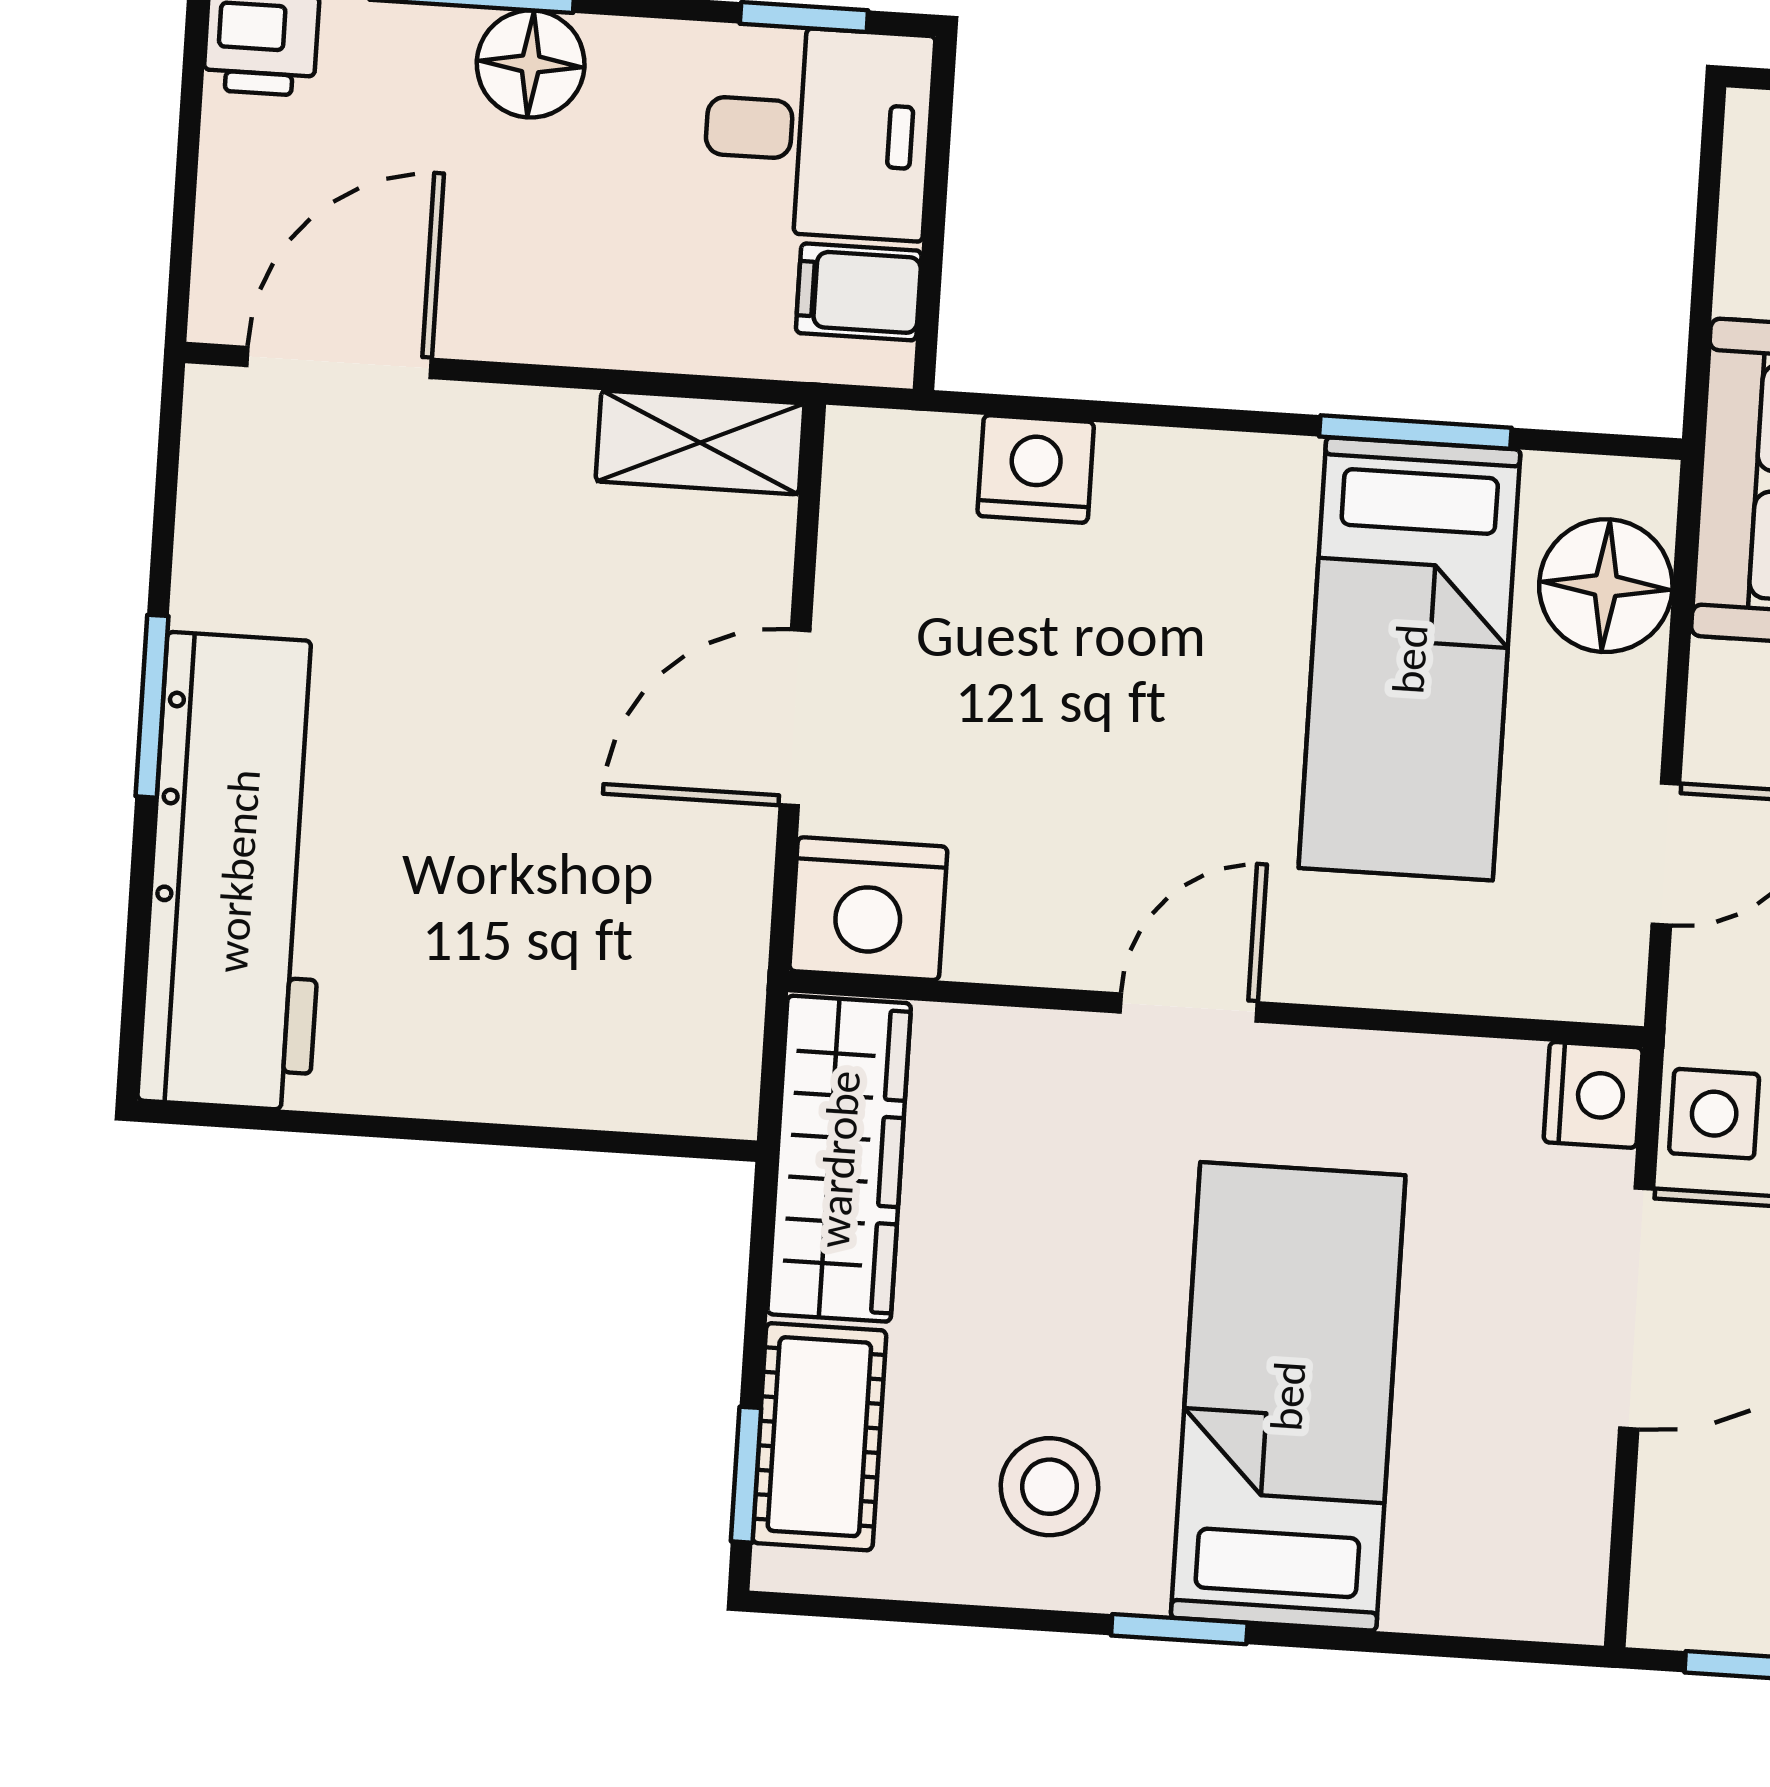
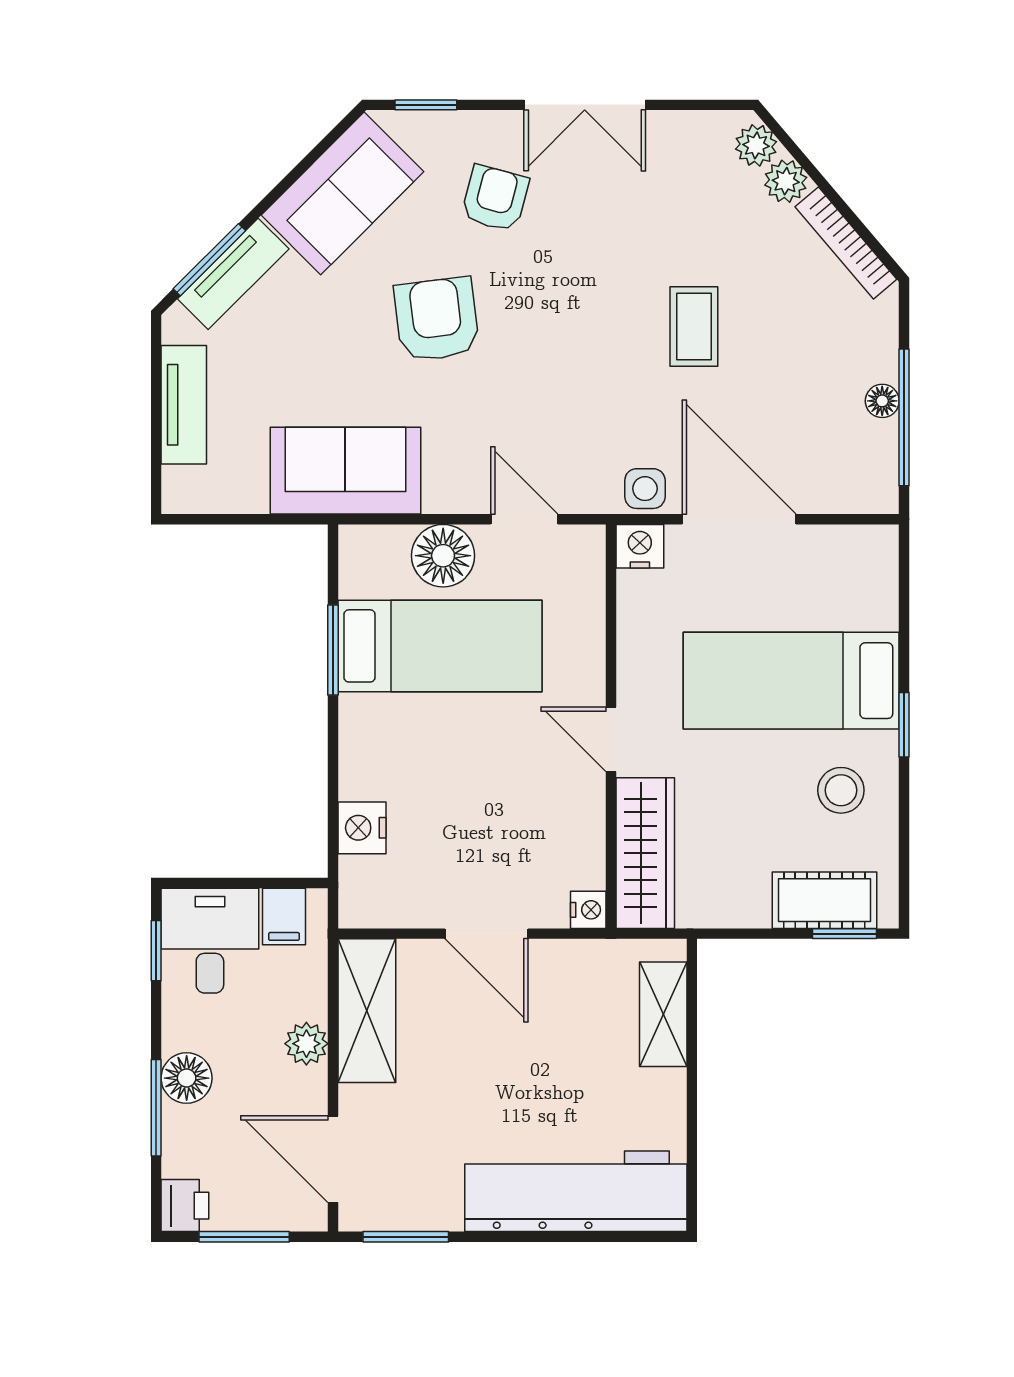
window: (187, 164) -> (244, 1237), added
plant: (587, 322) -> (306, 1044), added
shelving: (700, 442) -> (367, 1011), width x1.50, depth x1.33
floor lamp: (1606, 586) -> (443, 556), moved
window: (152, 706) -> (406, 1237), moved
nightstand: (868, 909) -> (588, 910), width x0.53, depth x0.56
shelving: (600, 1080) -> (663, 1014), added
wardrobe: (839, 1159) -> (645, 853), moved, turned 90

